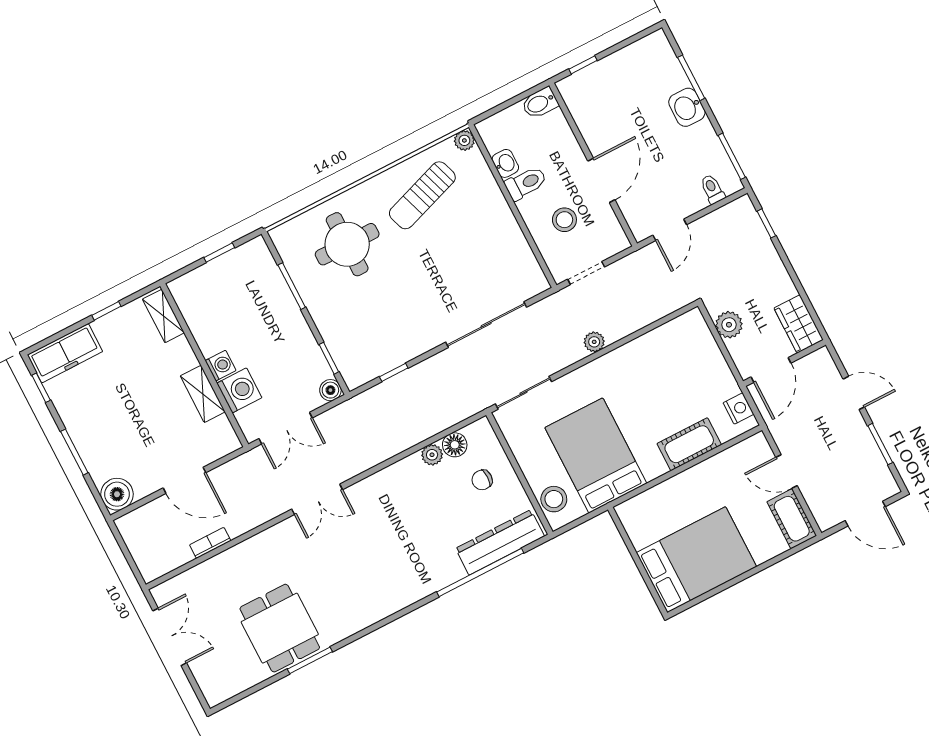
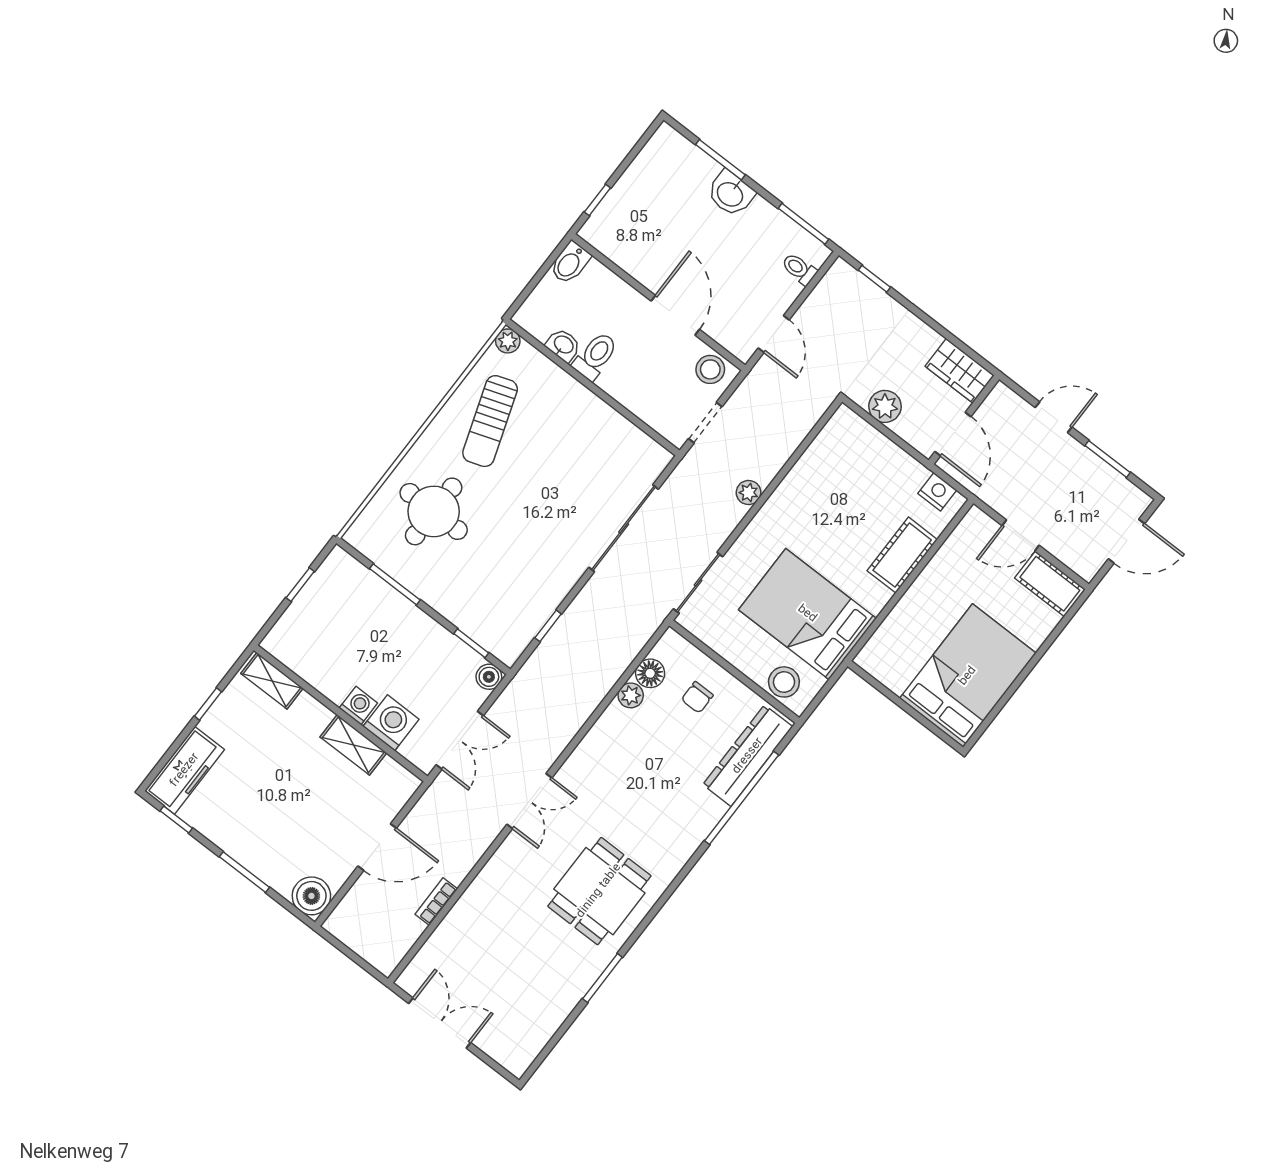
stool: (564, 220) -> (710, 369), moved
dining table: (280, 628) -> (599, 891), moved, turned 90

